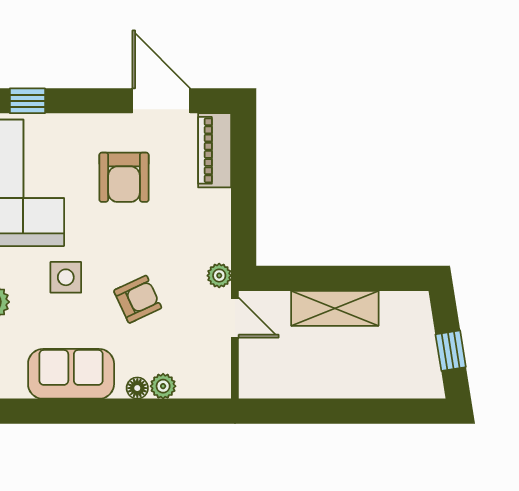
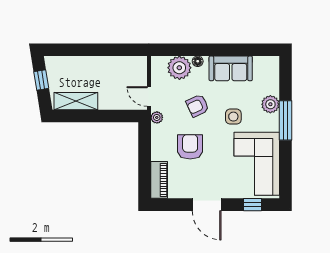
door: (161, 101) -> (207, 205), moved
armchair: (124, 177) -> (190, 147), moved
shelving: (335, 308) -> (76, 101), moved
plant: (163, 386) -> (179, 68), width x1.88, depth x1.88

